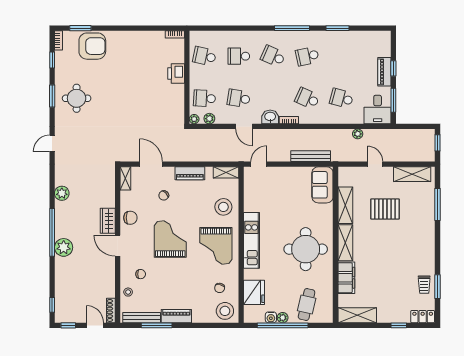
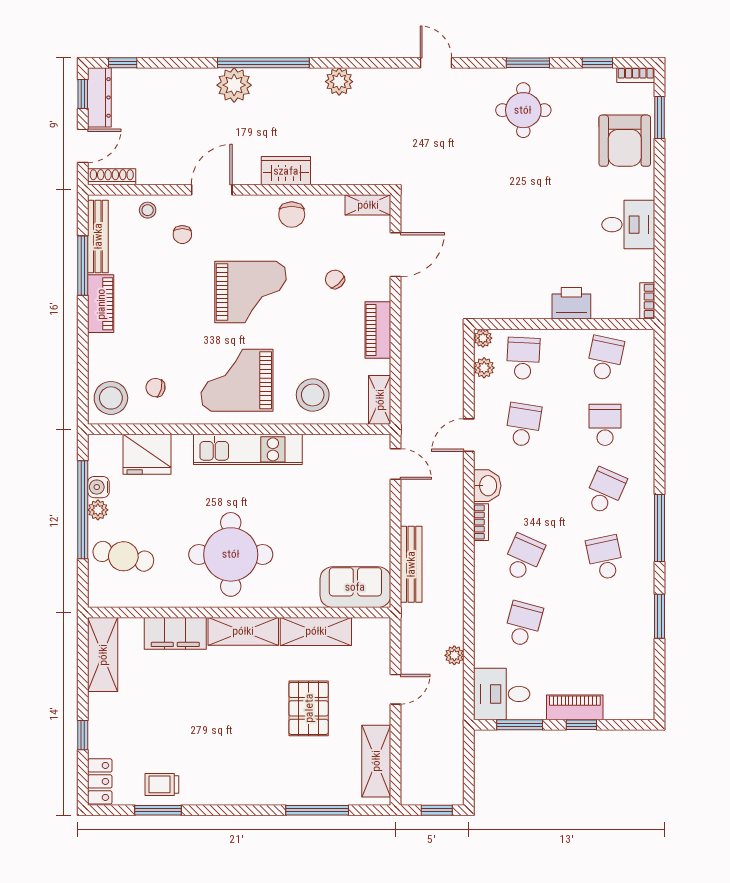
desk: (136, 44) -> (628, 225), added
door: (118, 246) -> (212, 190), moved
dresser: (70, 317) -> (99, 97), added

